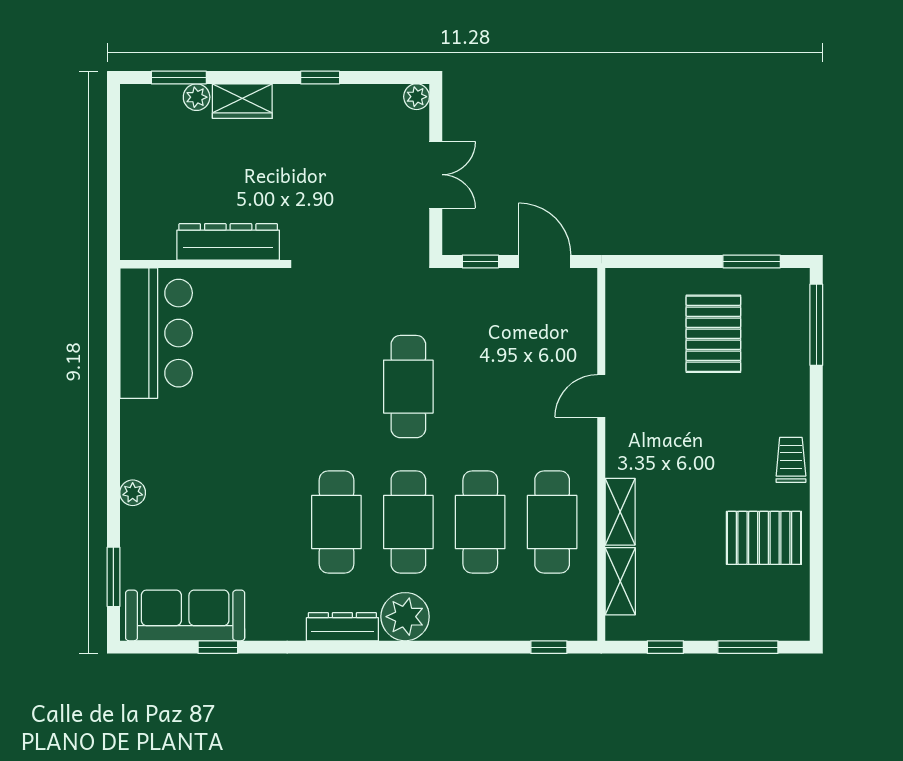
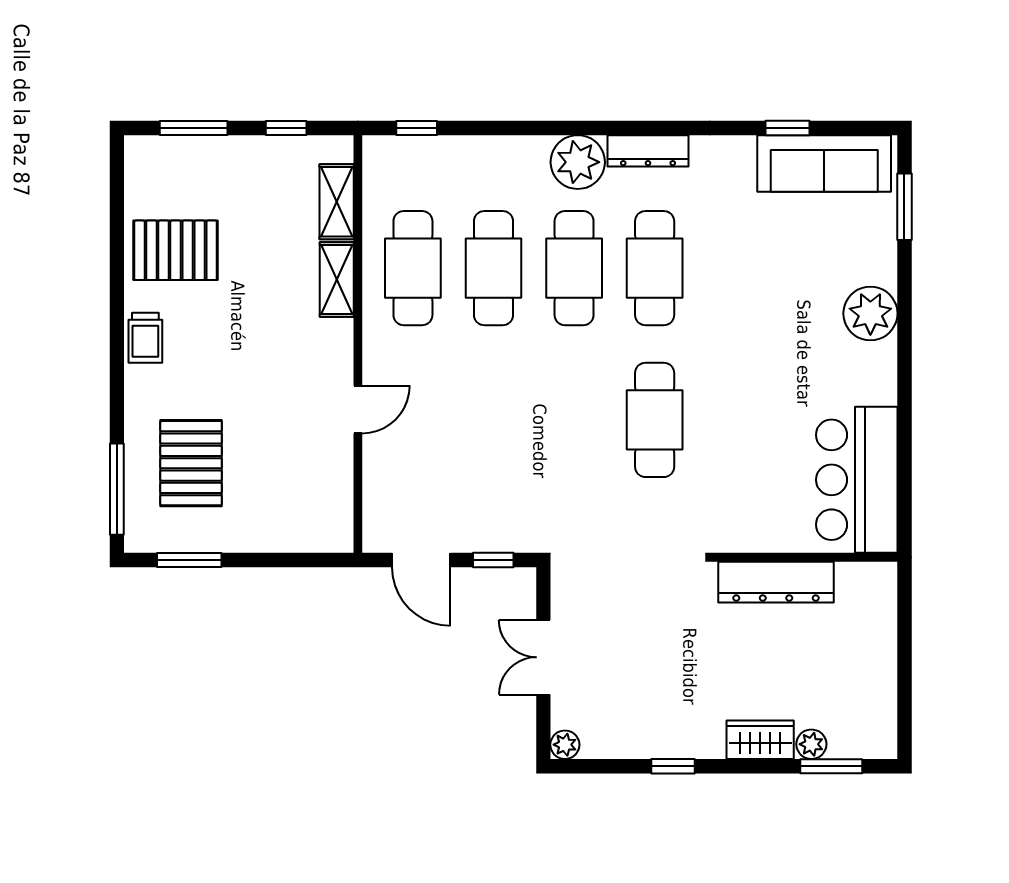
pallet: (713, 334) -> (191, 463), moved
cafe table: (408, 387) -> (655, 420), moved
plant: (133, 493) -> (870, 314), width x1.88, depth x1.88

